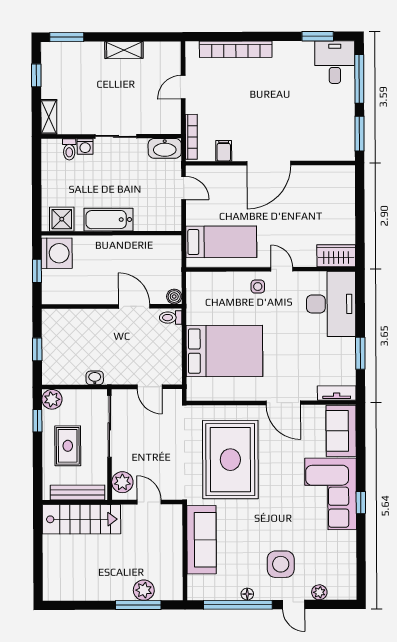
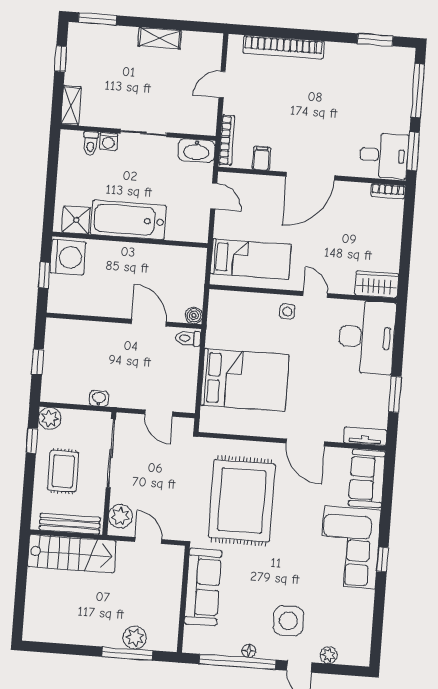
desk: (335, 62) -> (384, 155), moved, turned 90
bookcase: (340, 171) -> (388, 191), added
bathtub: (109, 220) -> (128, 220), width x1.36, depth x1.36

